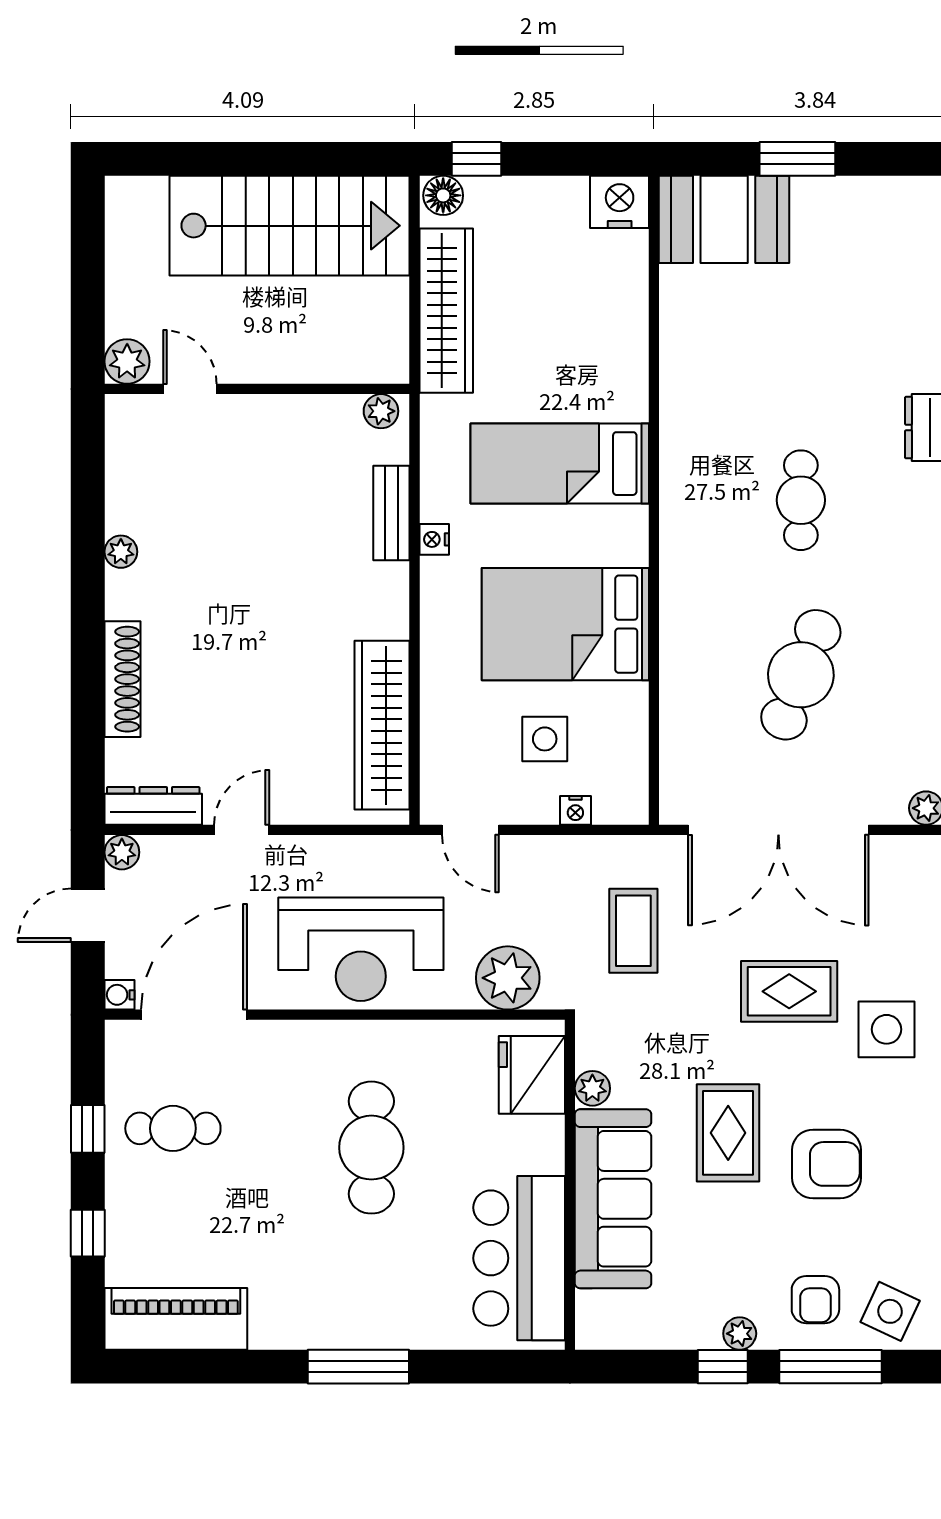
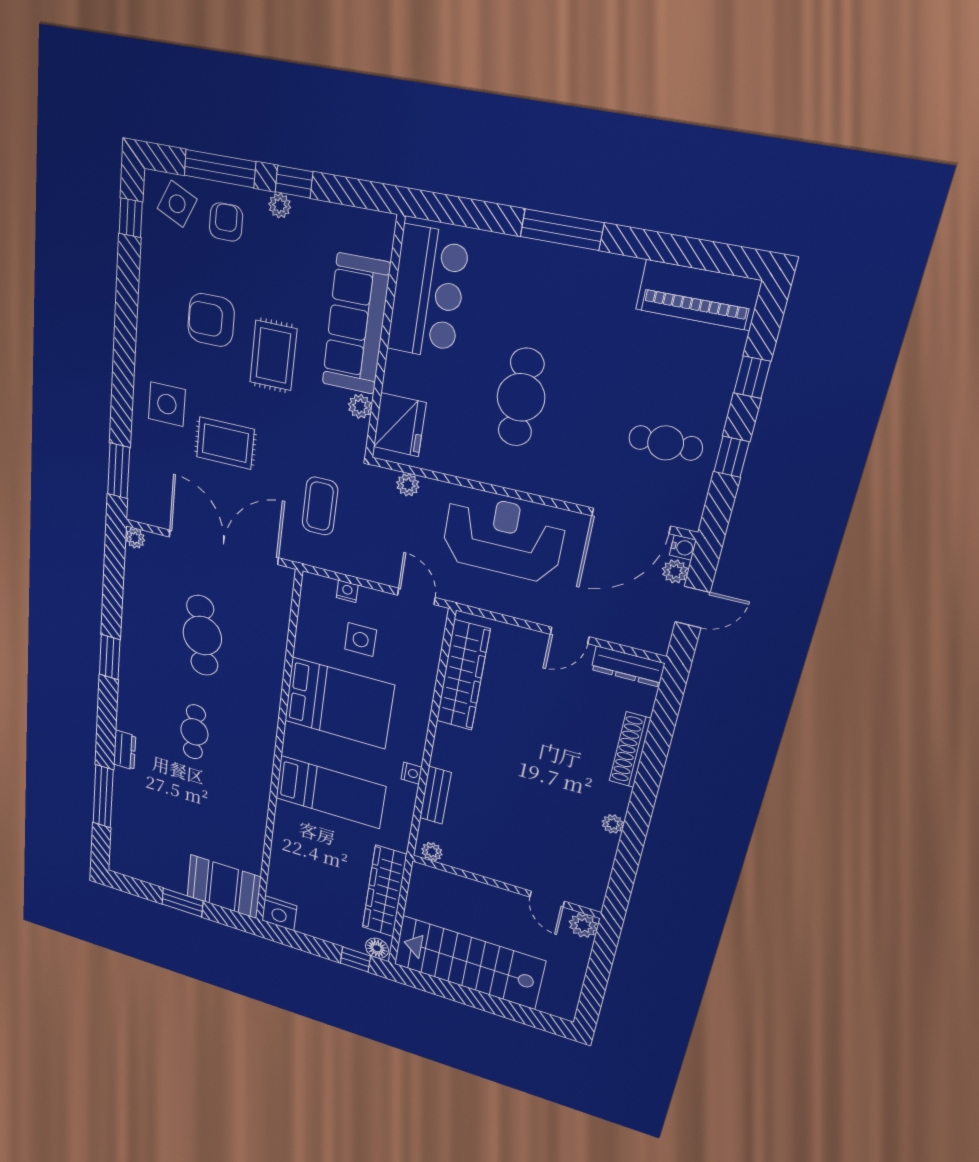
cafe table: (801, 675) -> (202, 636), turned -30
plant: (122, 852) -> (675, 571), moved
plant: (508, 978) -> (408, 485), width x0.53, depth x0.53

